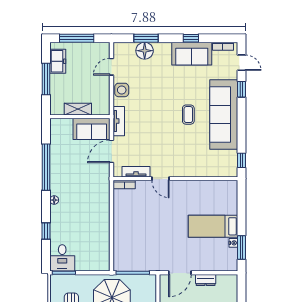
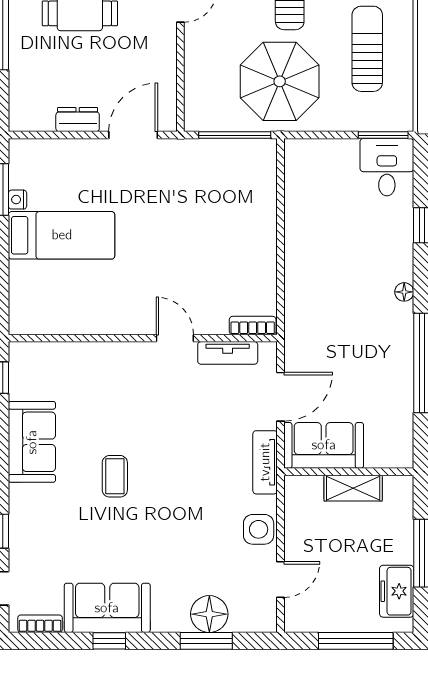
sofa: (224, 115) -> (32, 442), width x0.54, depth x0.79

